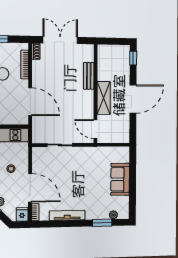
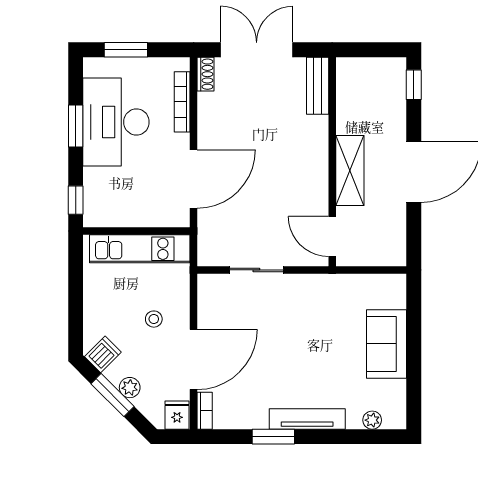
bench: (89, 76) -> (318, 86), moved
door: (30, 102) -> (194, 179), hinge flipped
door: (30, 188) -> (194, 359), hinge flipped
tv unit: (67, 215) -> (307, 419), moved
window: (102, 223) -> (273, 437), moved

